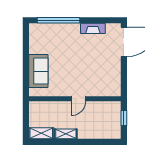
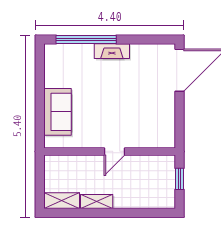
fireplace: (93, 28) -> (112, 51), moved

